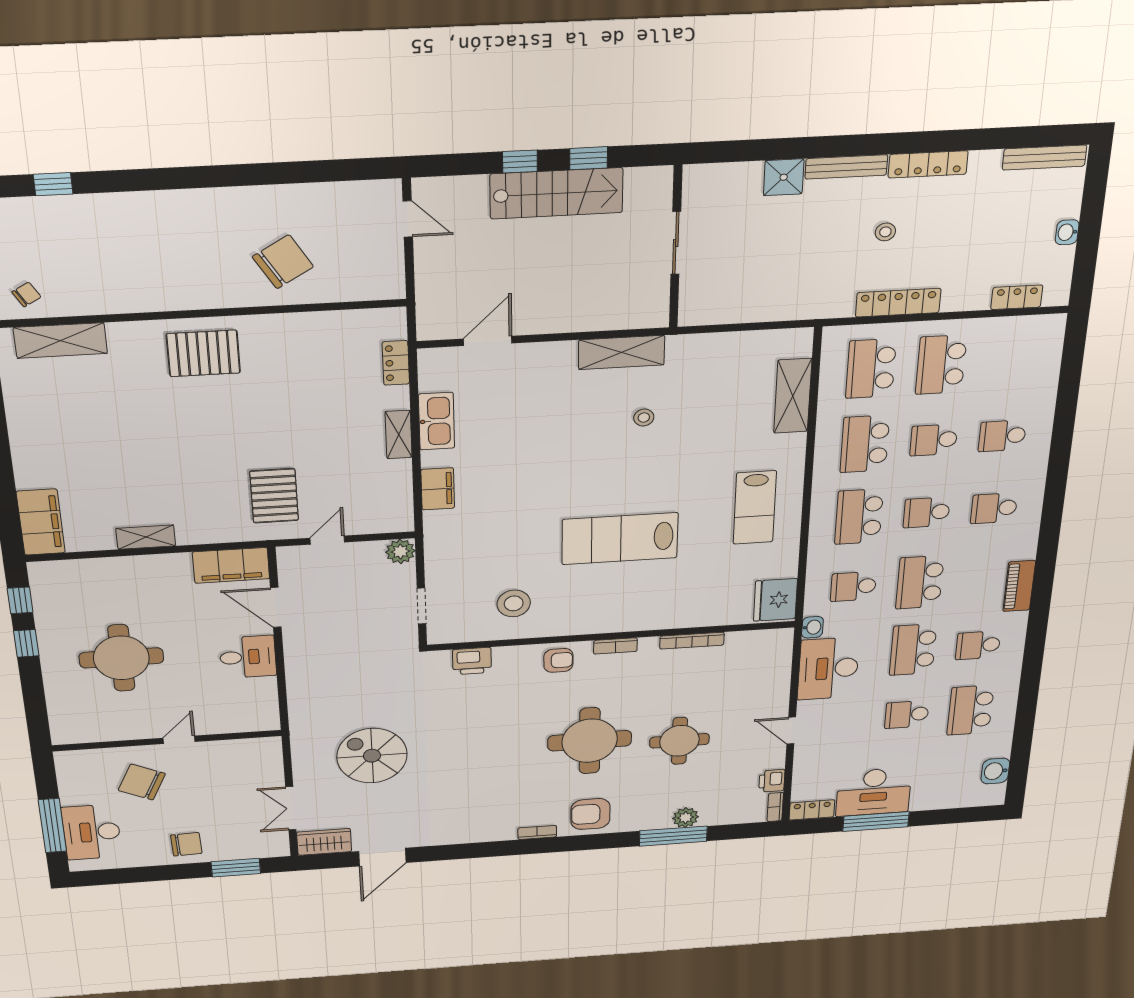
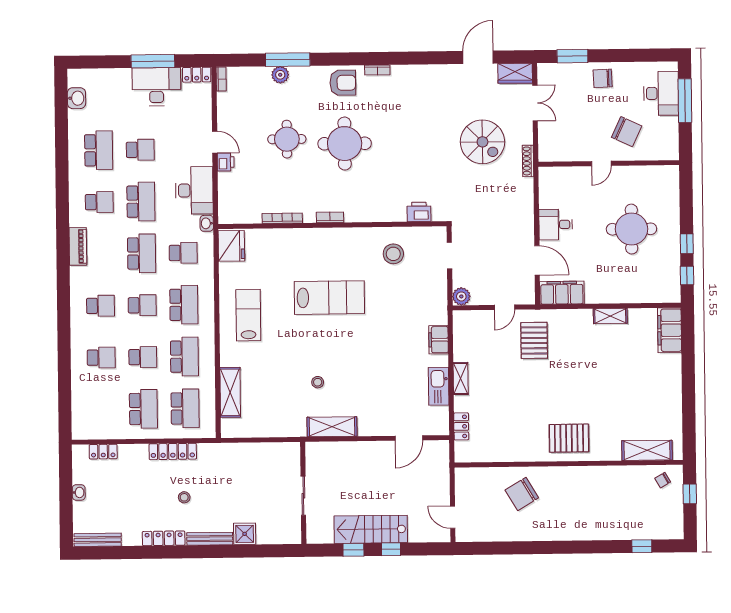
armchair: (558, 660) -> (365, 209), removed
shoe rack: (298, 736) -> (528, 161), added
printer: (772, 781) -> (226, 162), moved

